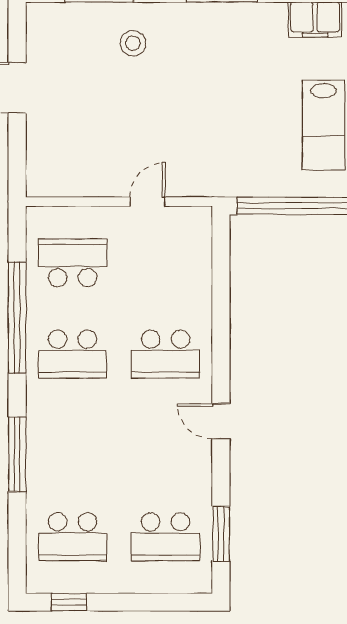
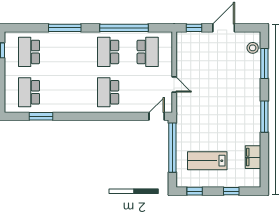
stool: (133, 43) -> (253, 48), moved
window: (17, 156) -> (194, 28), added
door: (221, 421) -> (157, 116), moved
window: (221, 534) -> (41, 116), moved

